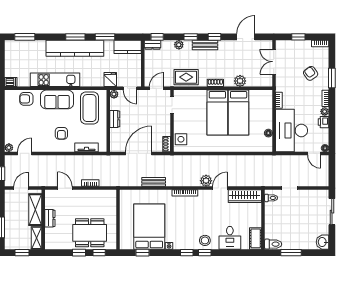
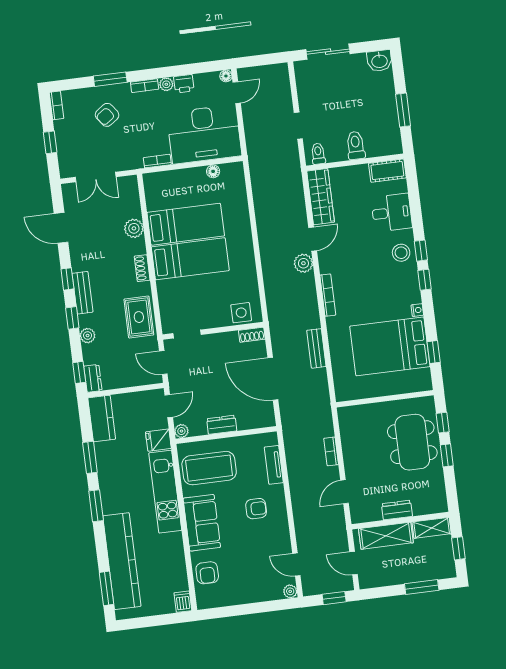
kitchen counter: (75, 48) -> (122, 561), moved
kitchen unit: (55, 80) -> (165, 492), moved
door: (220, 188) -> (313, 239), swing flipped
toilet: (273, 244) -> (356, 145), moved

